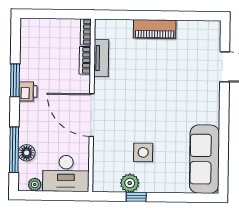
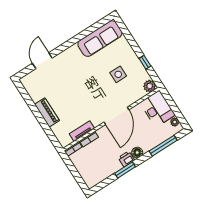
floor lamp: (27, 153) -> (137, 152), moved
plant: (130, 183) -> (150, 86), moved

